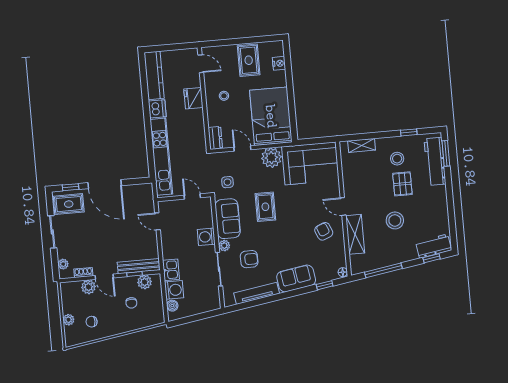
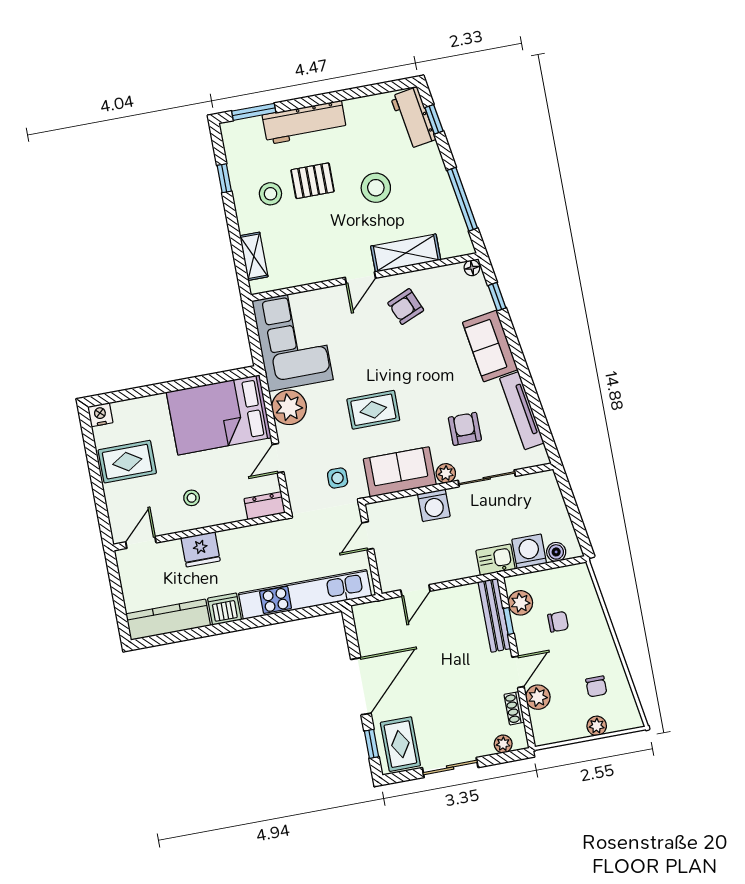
nightstand: (279, 63) -> (100, 415), moved
workbench: (435, 161) -> (304, 123), moved

